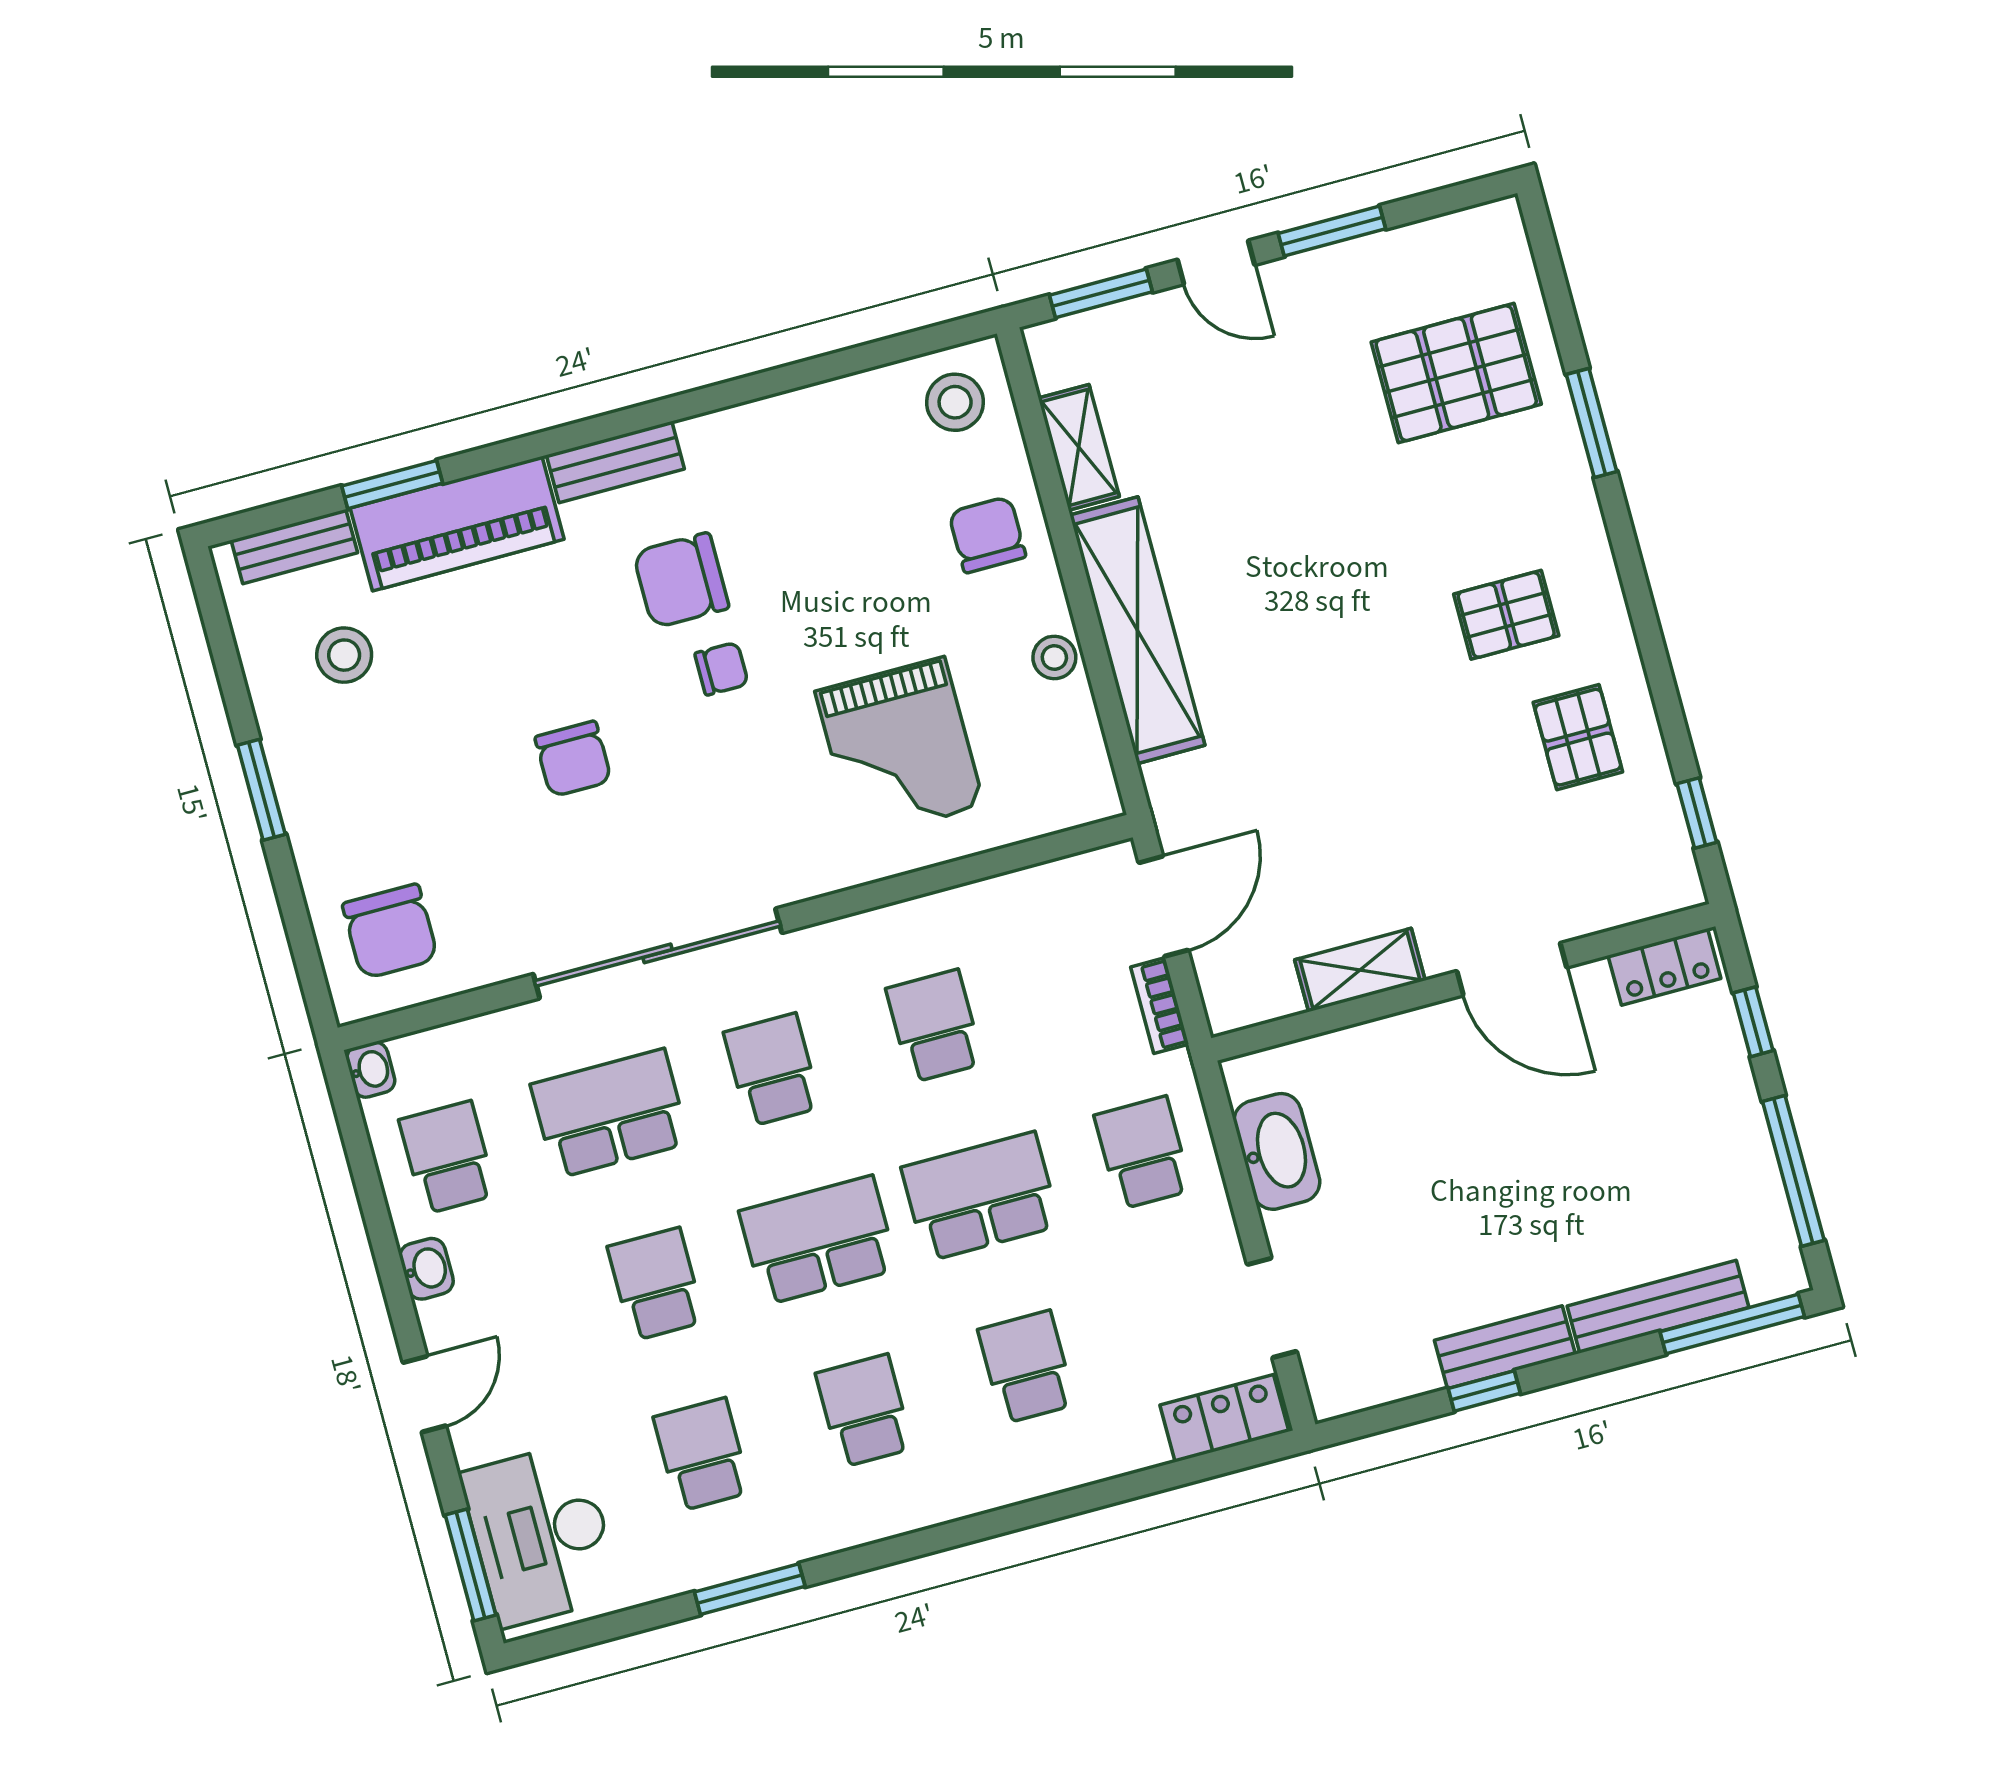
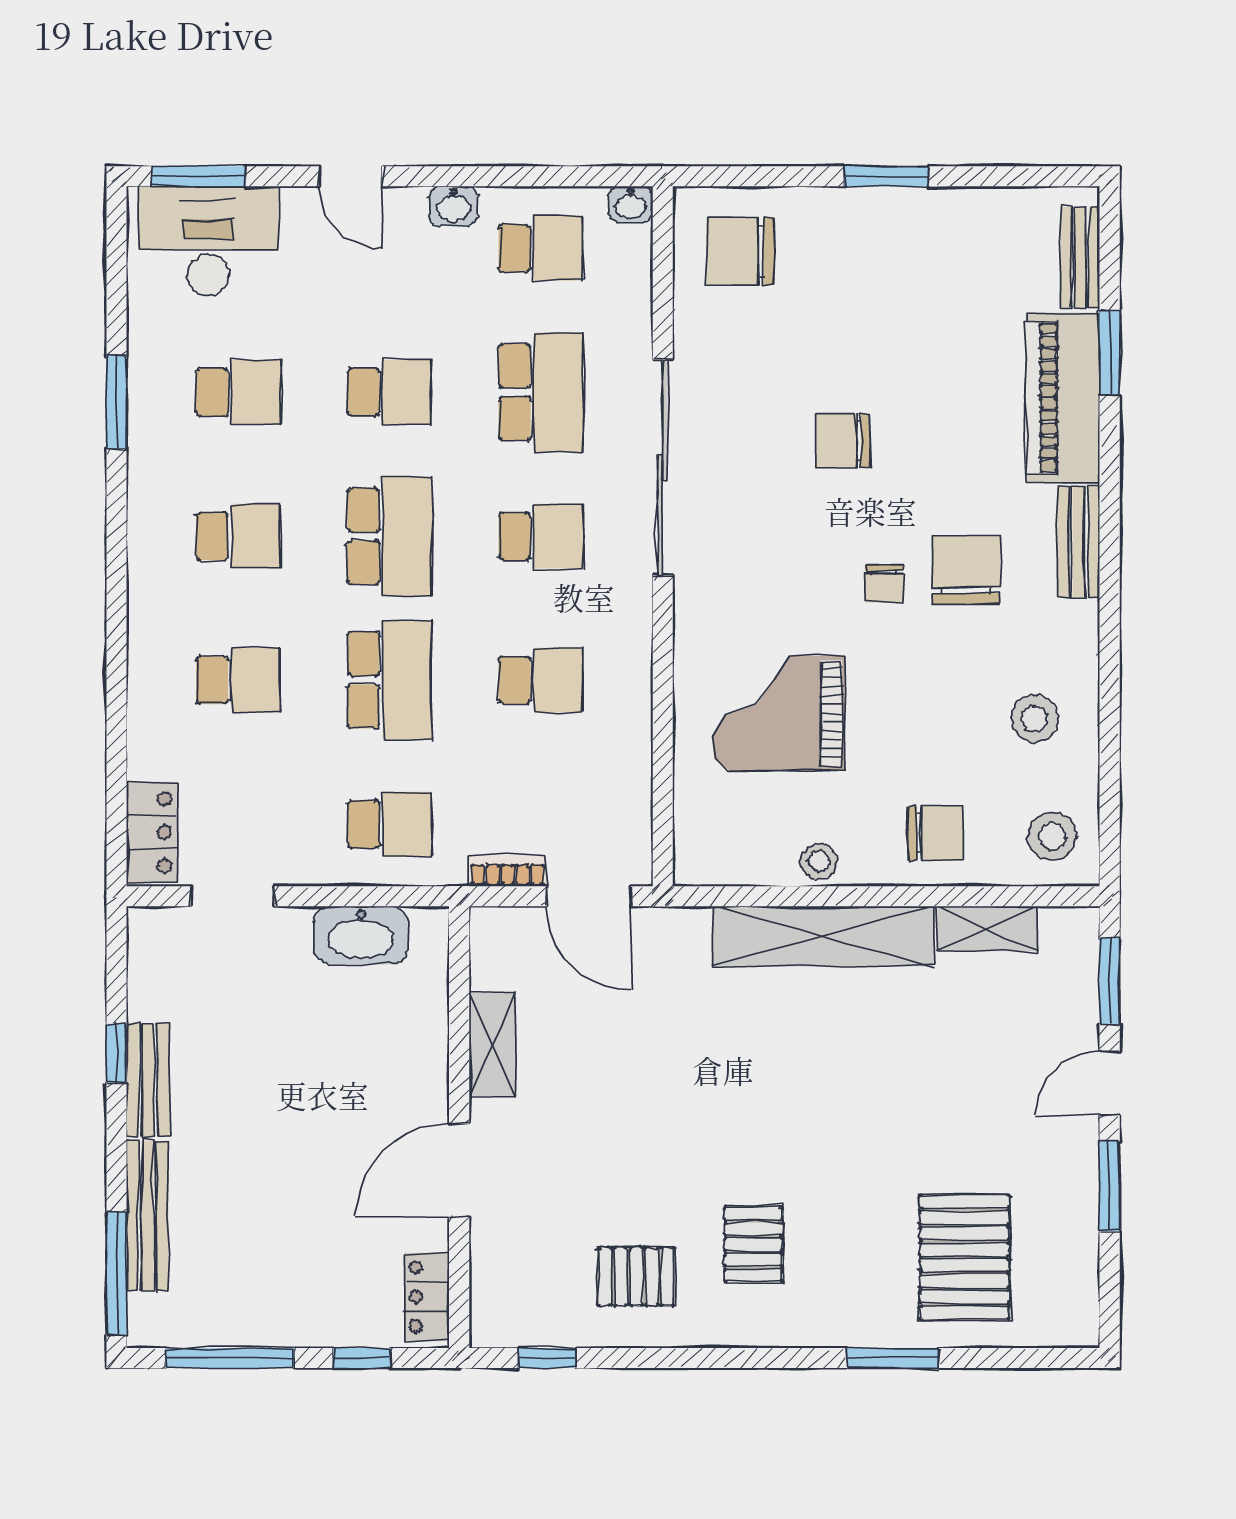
stool: (344, 655) -> (1035, 719), moved

